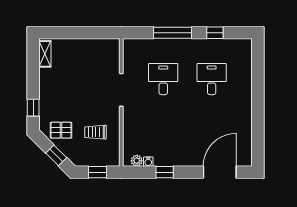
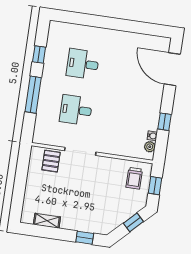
shelving: (45, 54) -> (47, 221), moved
pallet: (61, 130) -> (51, 161), moved
trolley: (96, 132) -> (134, 178), moved

